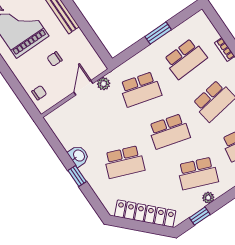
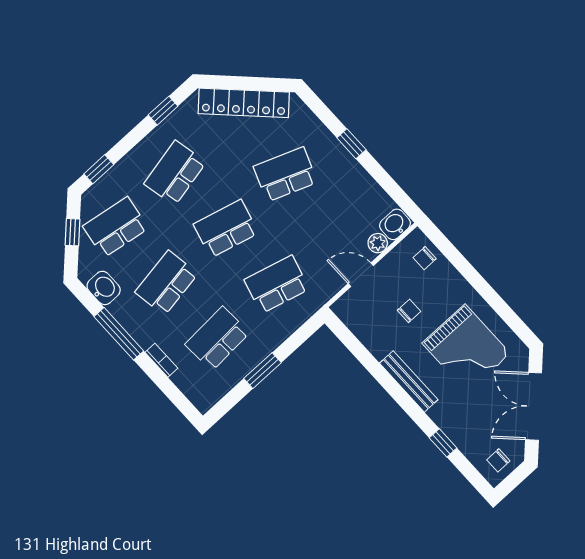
plant: (104, 84) -> (378, 243), moved
door: (83, 88) -> (361, 275), swing flipped
washbasin: (79, 156) -> (395, 224), moved, turned 90
school desk: (198, 173) -> (175, 173), turned -33
plant: (208, 198) -> (154, 139), removed

